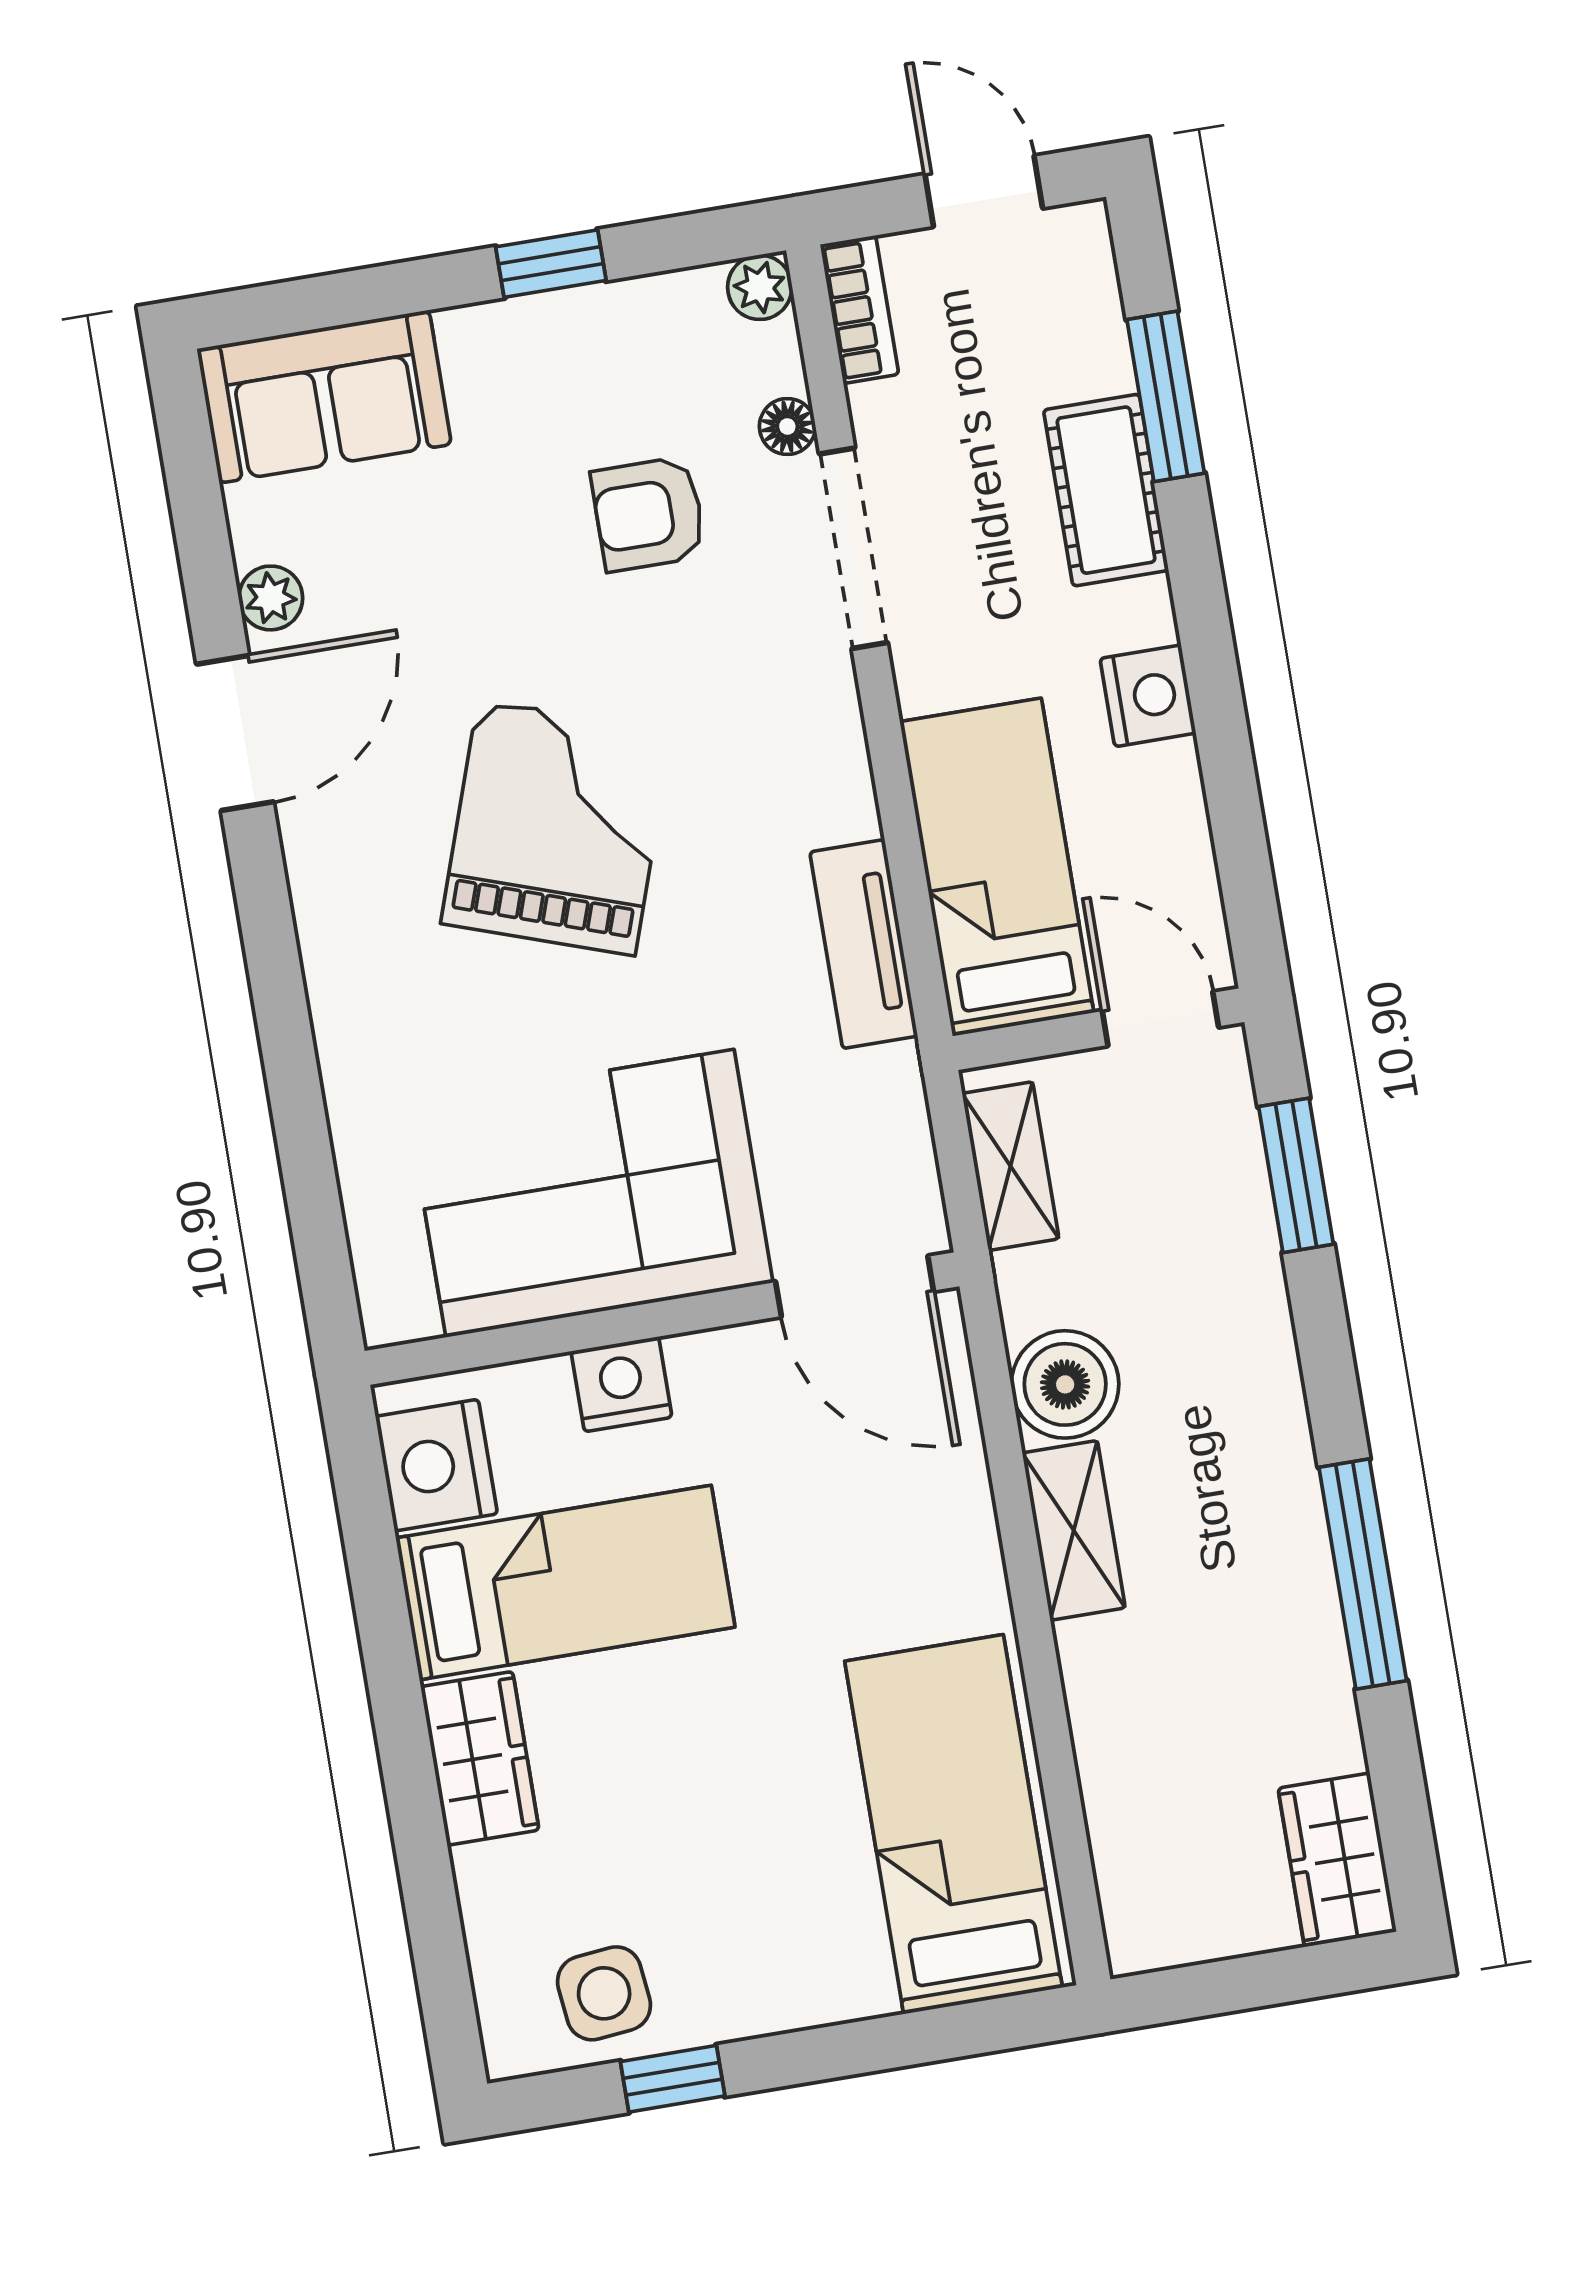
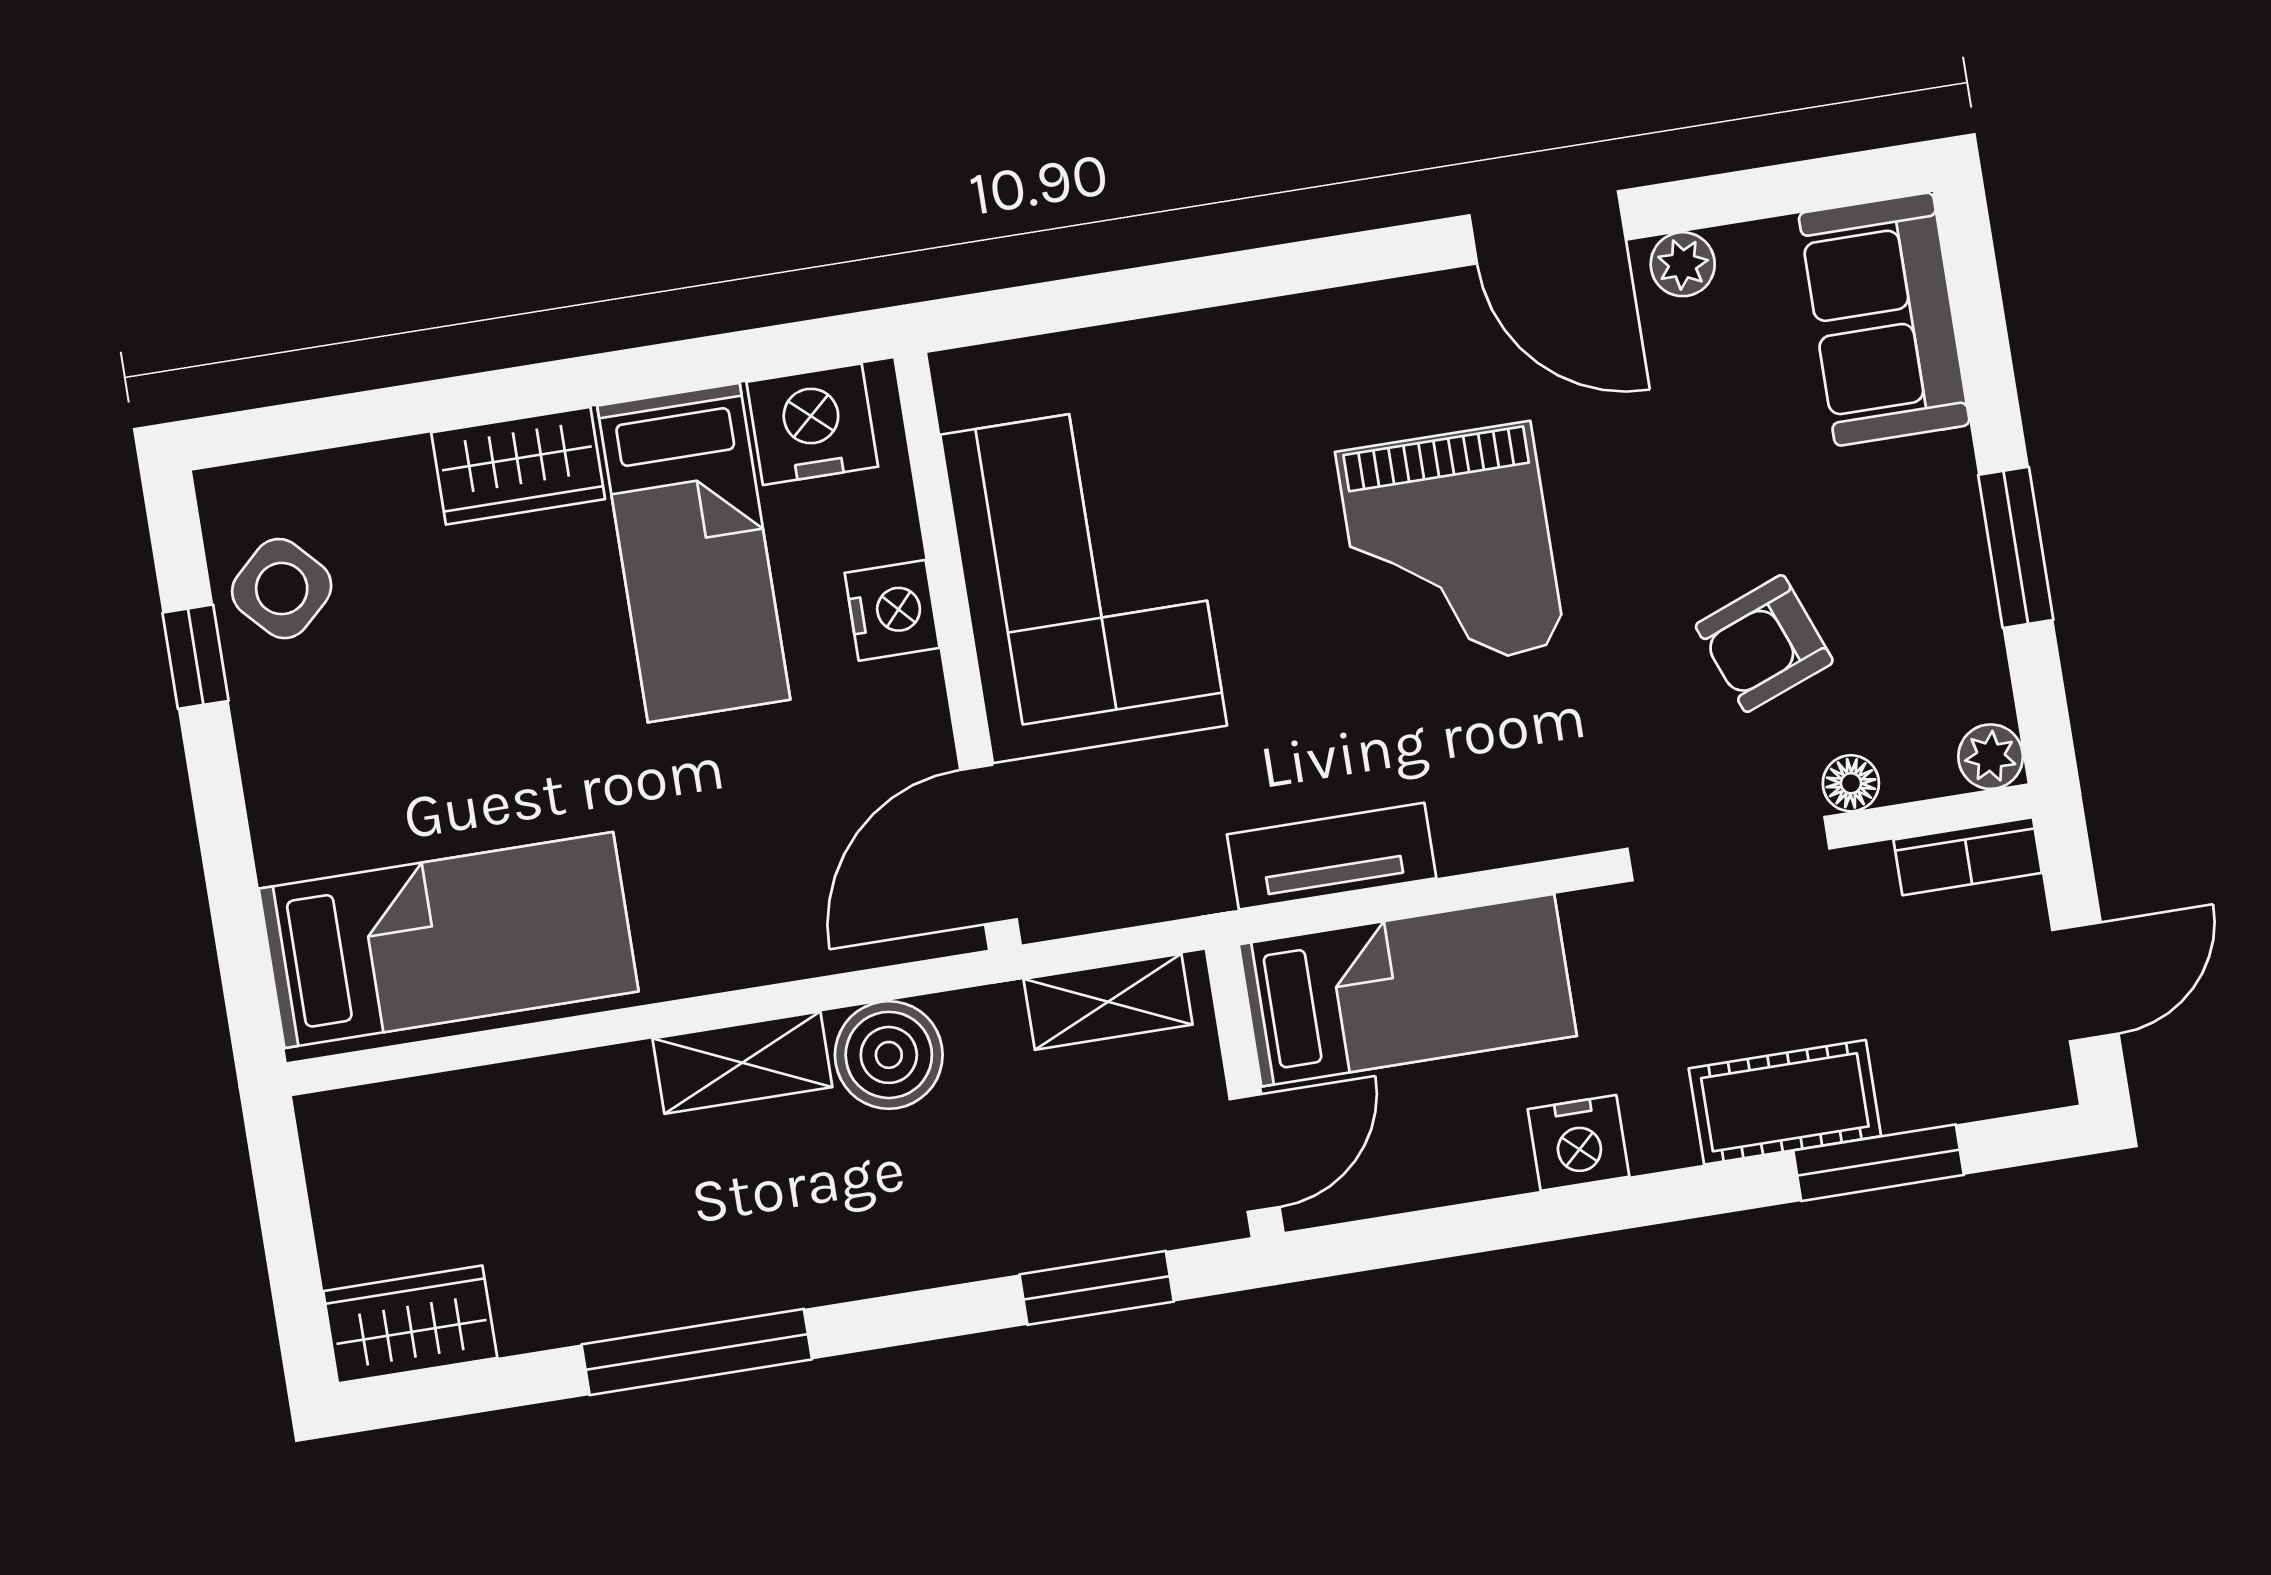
window: (551, 264) -> (2016, 547), width x1.50
armchair: (649, 514) -> (1764, 644), turned -111
grand piano: (557, 827) -> (1451, 549), turned 71
side table: (604, 1993) -> (282, 589), turned -37

